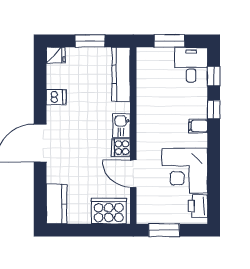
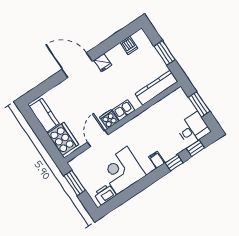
fridge: (56, 55) -> (103, 63), moved
dishwasher: (56, 97) -> (129, 45), moved
kitchen counter: (56, 204) -> (44, 115), moved, turned -90

